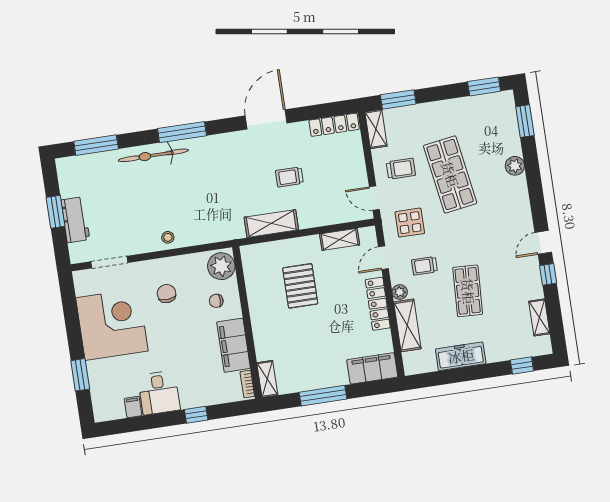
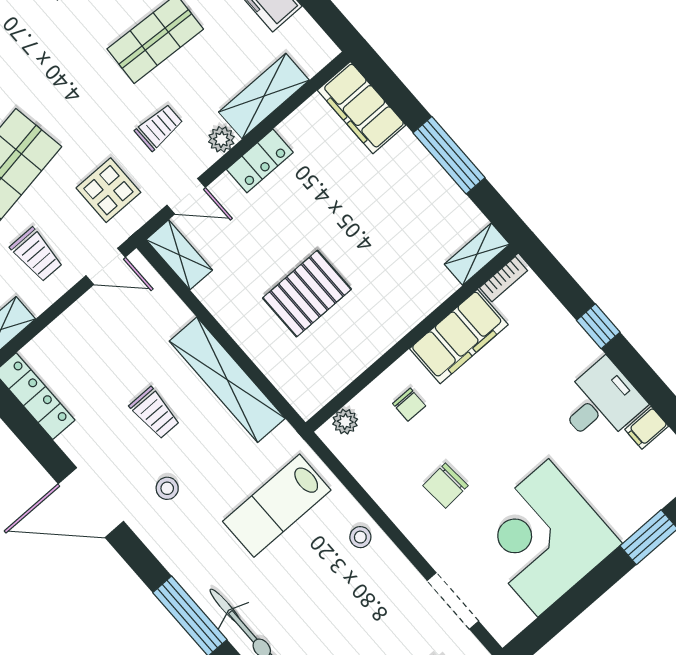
stool: (250, 160) -> (167, 488), added
trolley: (401, 169) -> (37, 255), turned 180
door: (374, 198) -> (106, 266), hinge flipped
lab bench: (208, 207) -> (277, 506), added
shelving: (271, 223) -> (227, 380), width x1.47
shelving: (340, 239) -> (179, 255), moved
plant: (221, 266) -> (345, 422), width x0.53, depth x0.53
trolley: (424, 266) -> (159, 127), turned -90
locker: (378, 304) -> (260, 161), width x0.66

